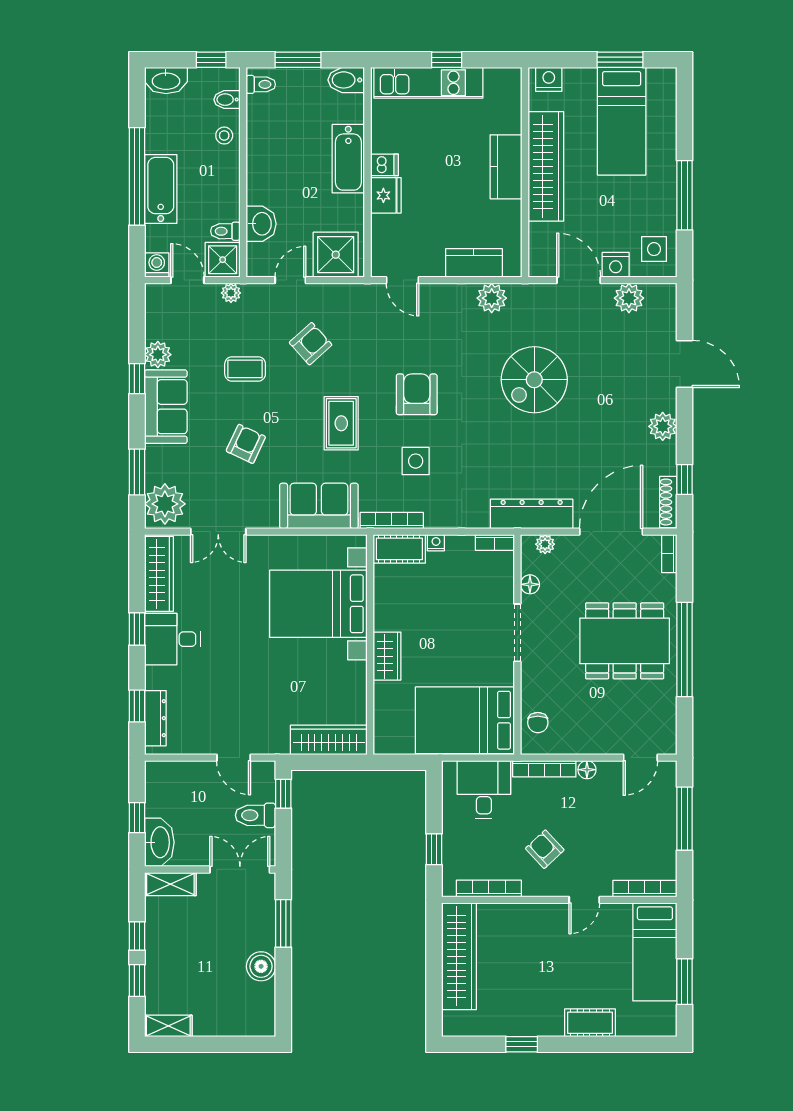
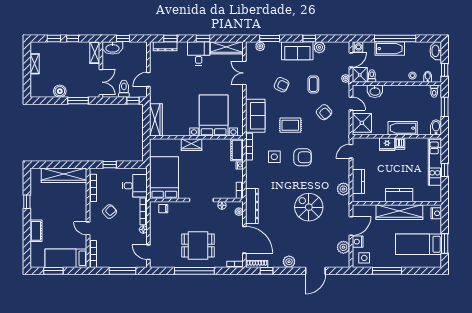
plant: (165, 504) -> (260, 46), width x0.53, depth x0.53
dining table: (625, 641) -> (198, 245), width x0.73
shelving: (168, 1026) -> (35, 64), moved

